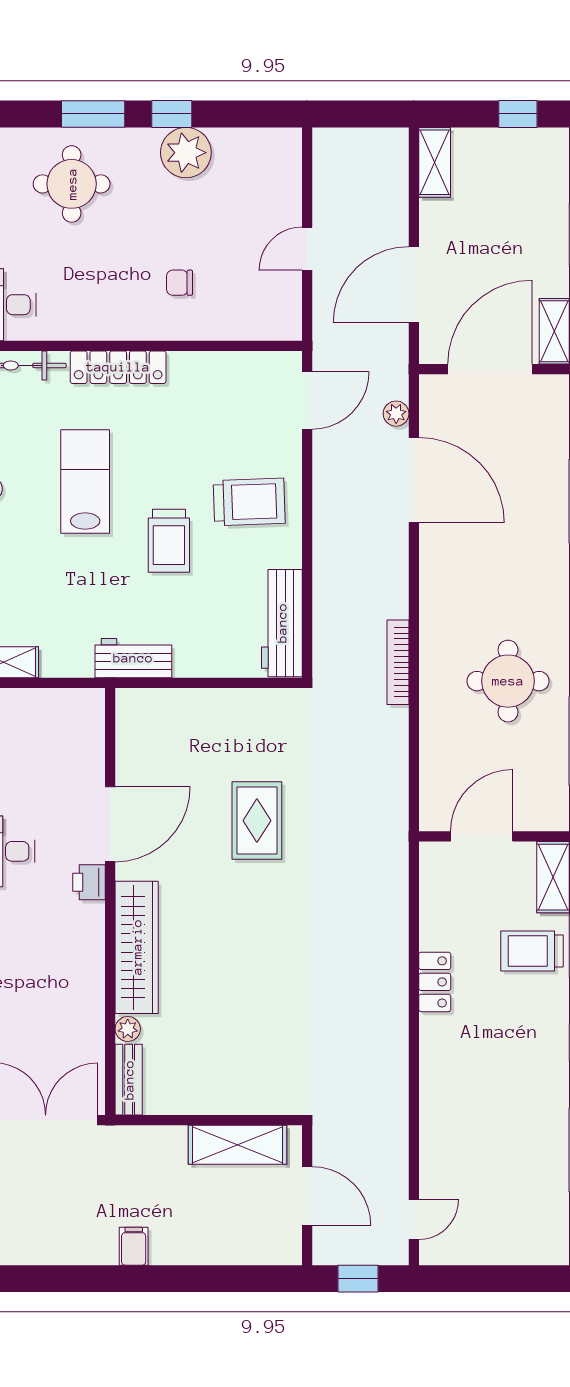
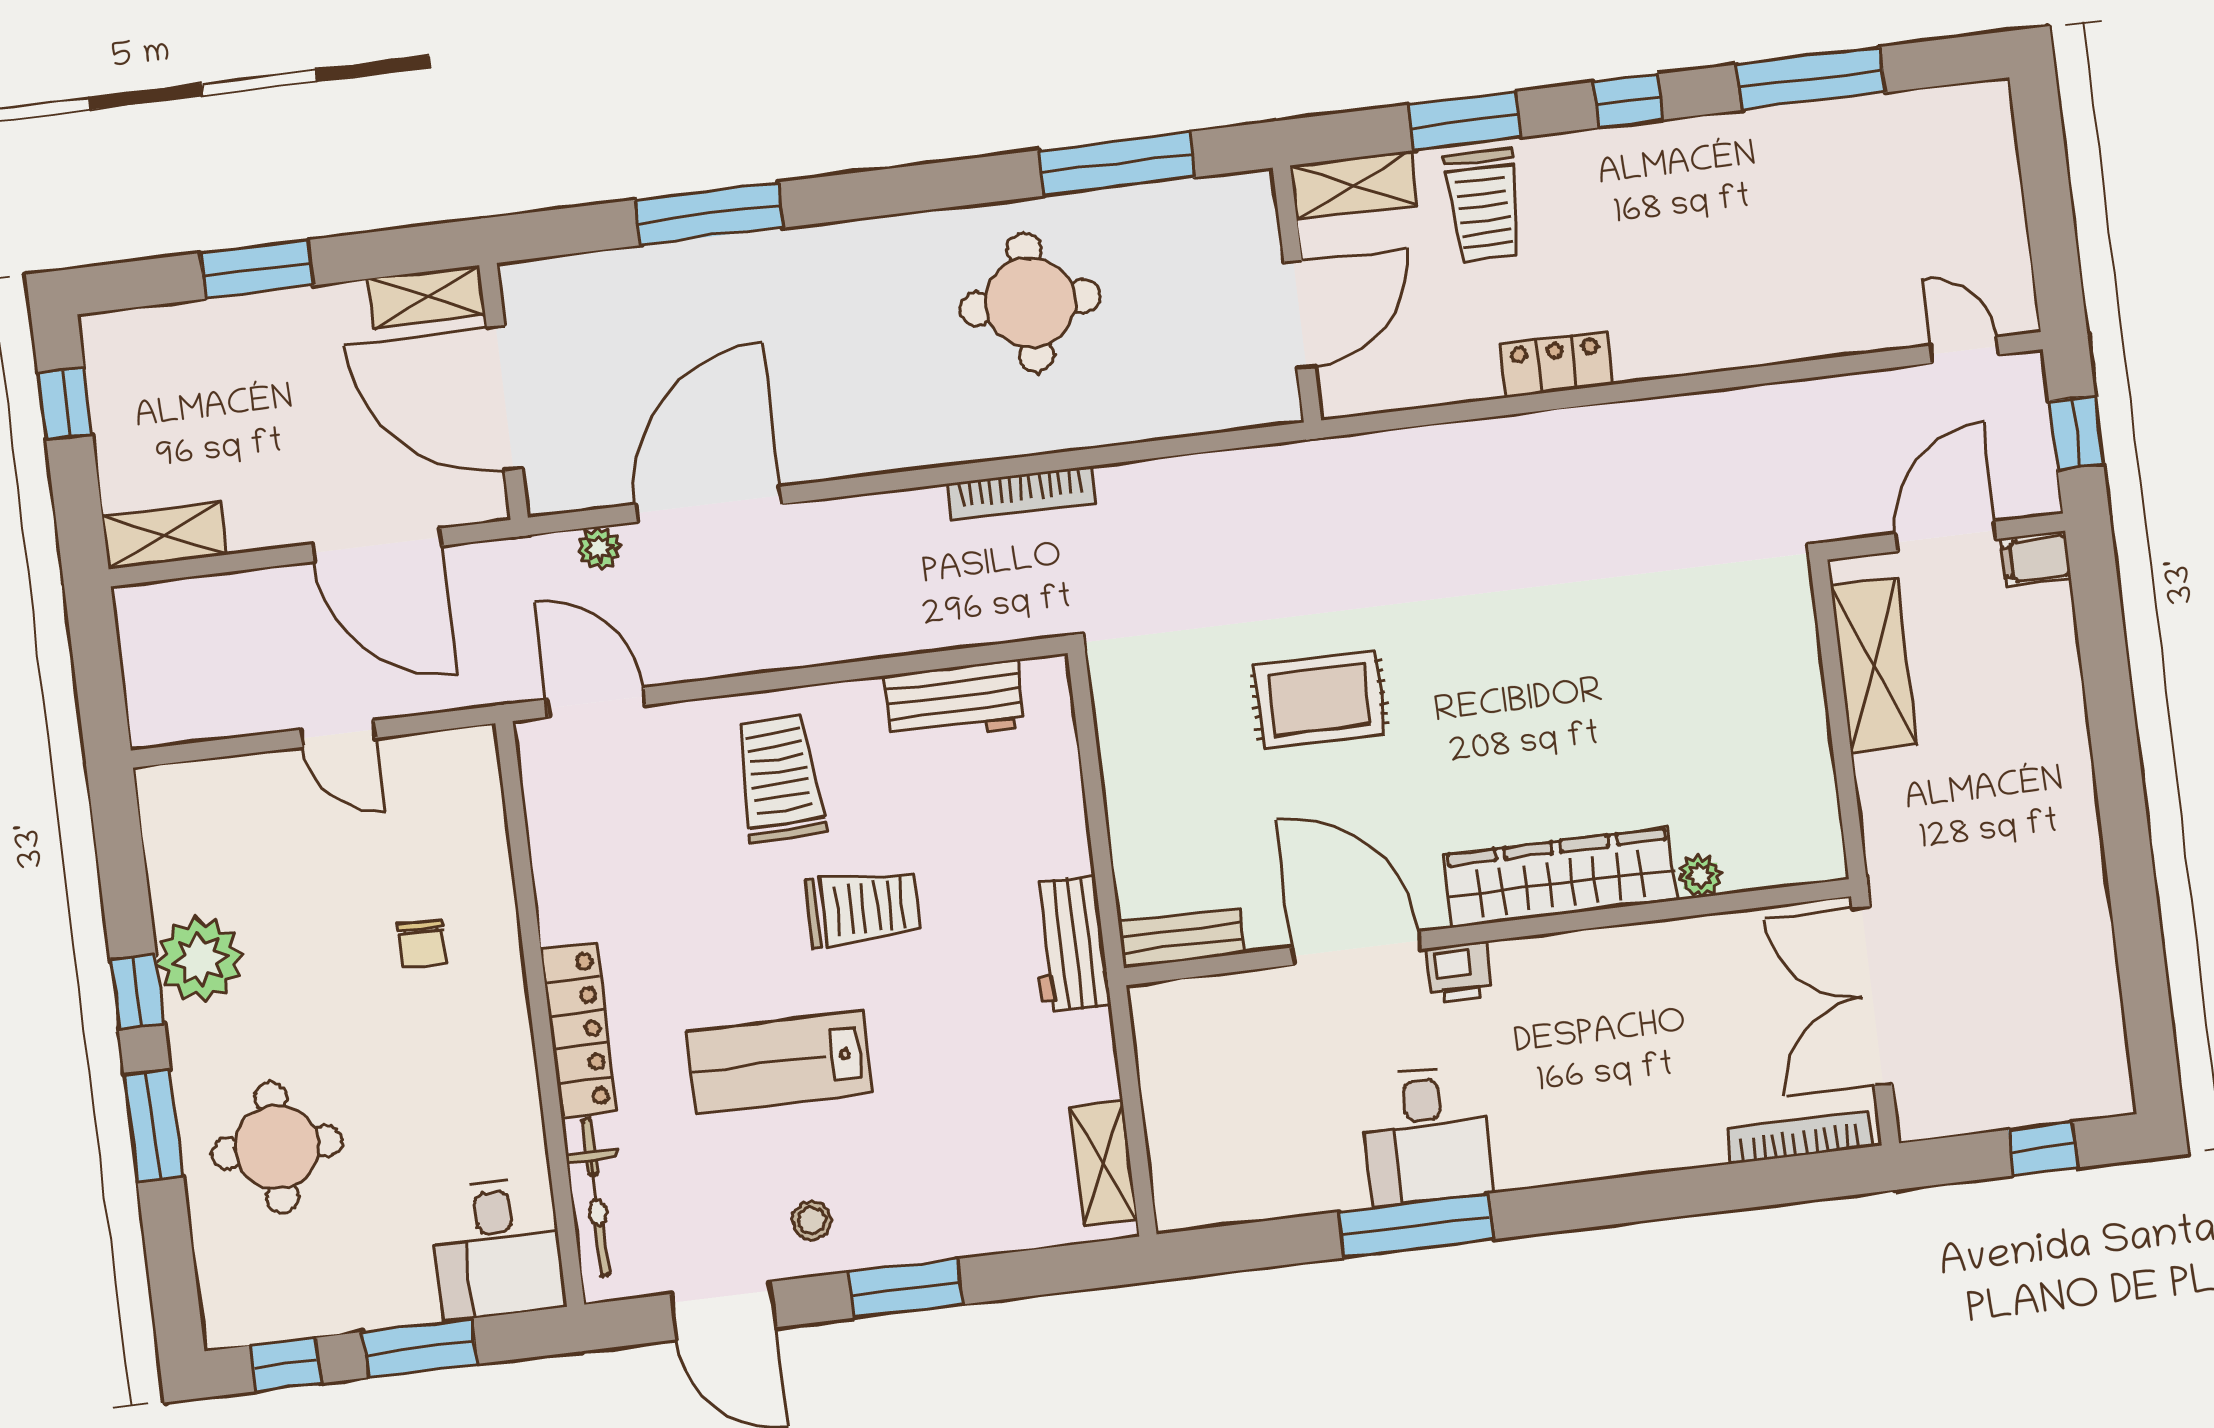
workbench: (282, 623) -> (954, 702), width x0.73
door: (482, 836) -> (1300, 315), swing flipped
bench: (129, 1080) -> (1181, 938), moved
filing cabinet: (134, 1246) -> (2036, 559), moved

